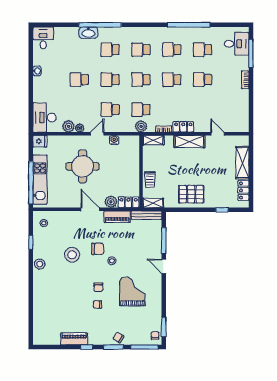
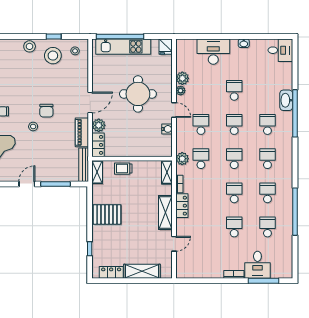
desk: (237, 44) -> (257, 265), moved
desk: (44, 118) -> (213, 52), moved
pallet: (191, 194) -> (107, 214), turned 90
stool: (72, 255) -> (53, 56), moved

